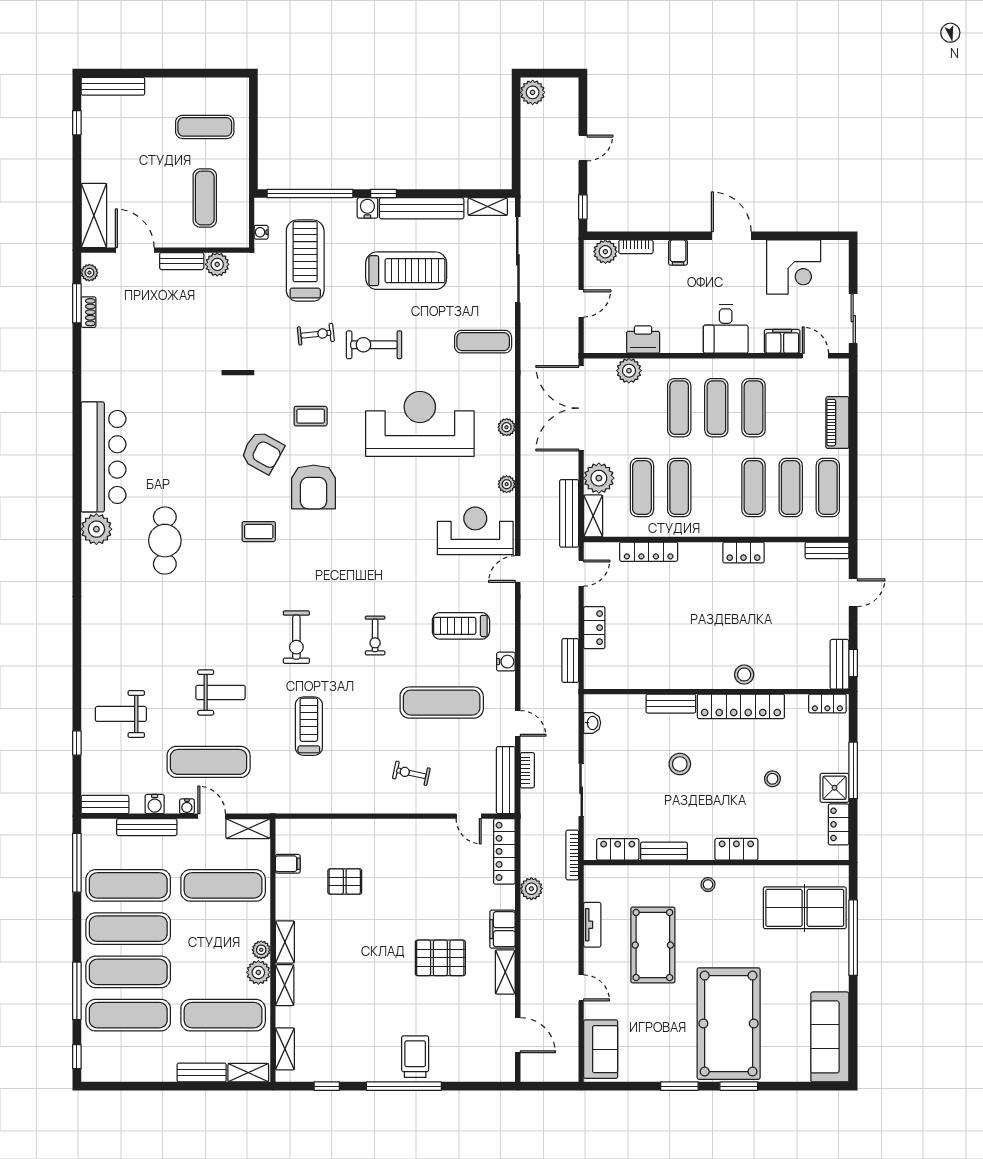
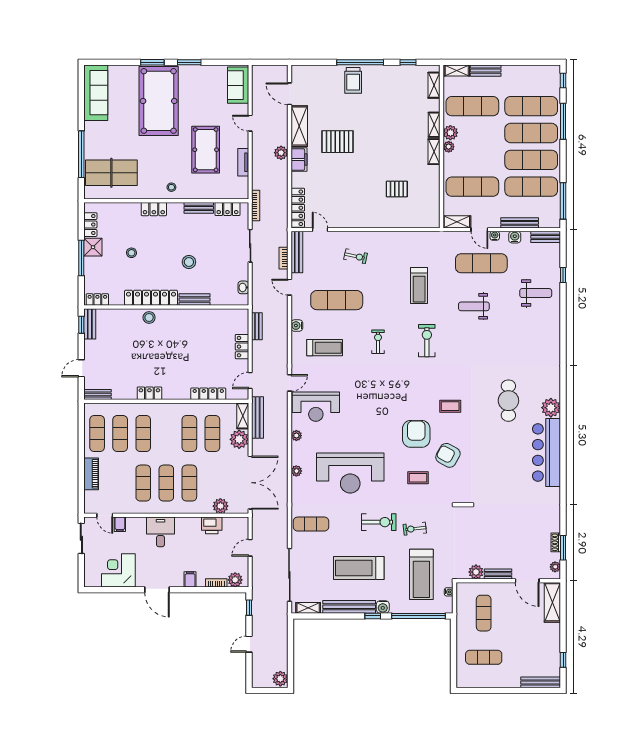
filing cabinet: (782, 341) -> (120, 524), width x0.50
filing cabinet: (288, 864) -> (432, 200), removed
plant: (531, 889) -> (281, 153), moved
shelving: (505, 972) -> (299, 126), width x1.50, depth x1.33

